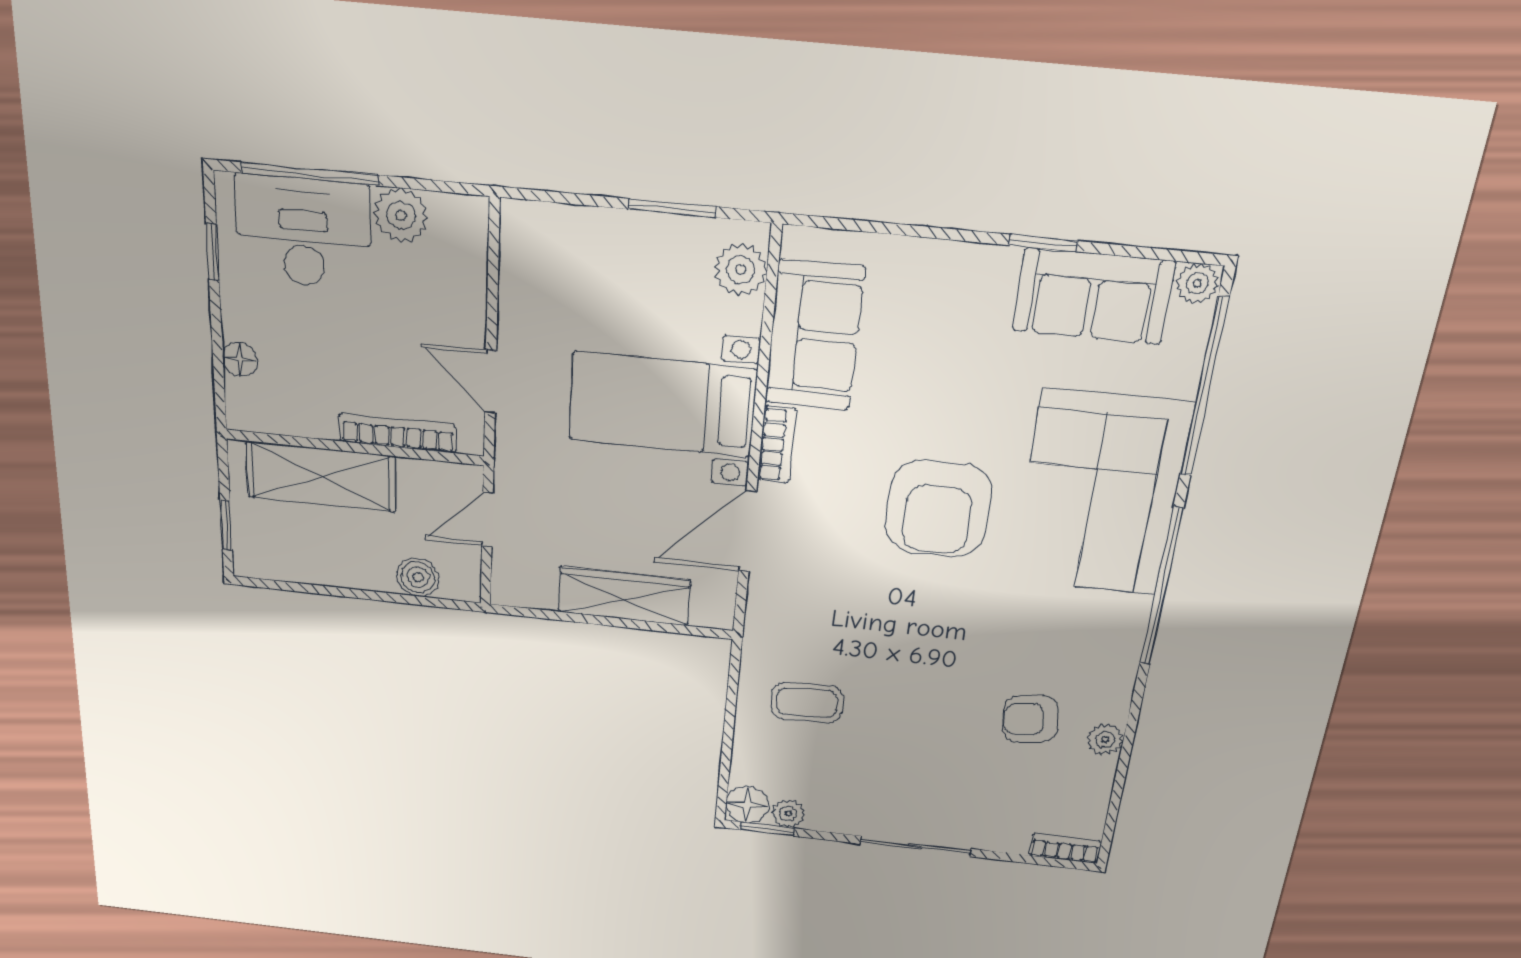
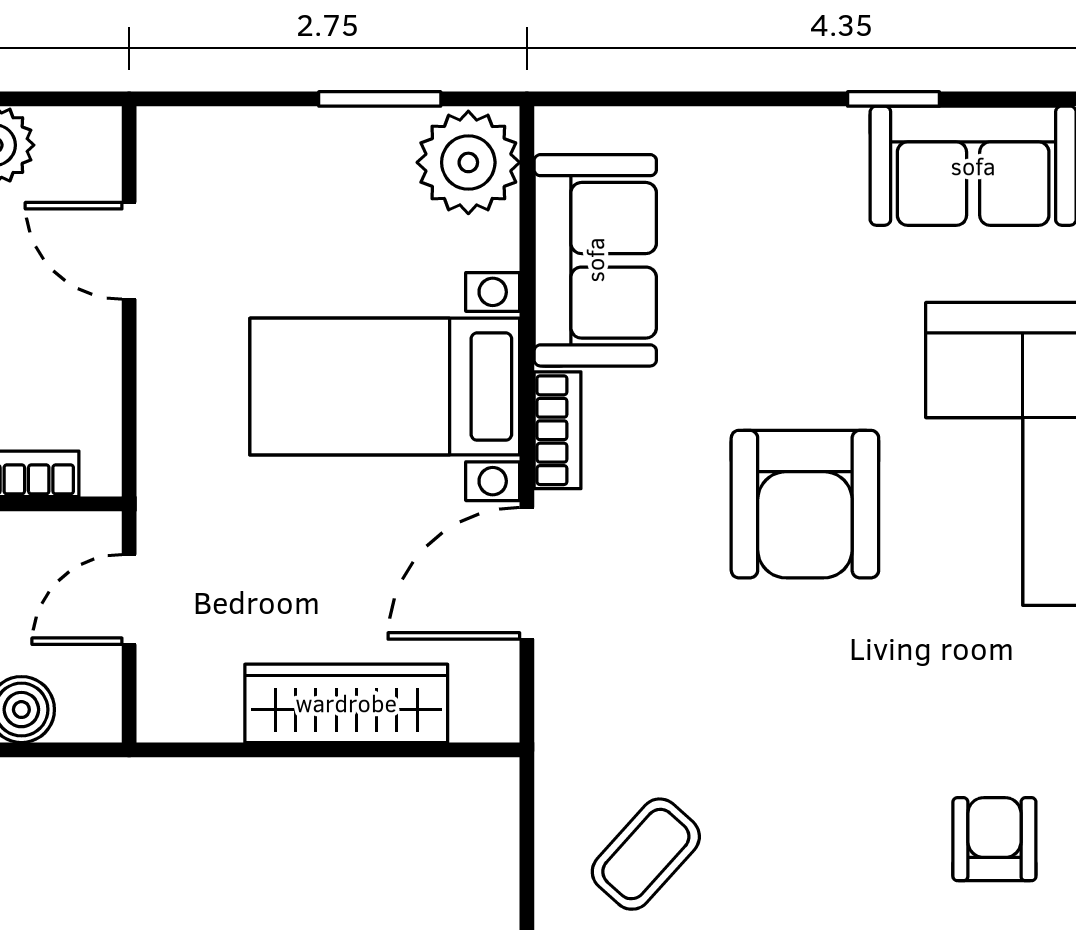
plant: (741, 270) -> (468, 162), width x1.36, depth x1.36
door: (491, 382) -> (129, 251), moved
coffee table: (807, 703) -> (646, 854), turned -45
armchair: (1031, 719) -> (994, 839), turned 98

